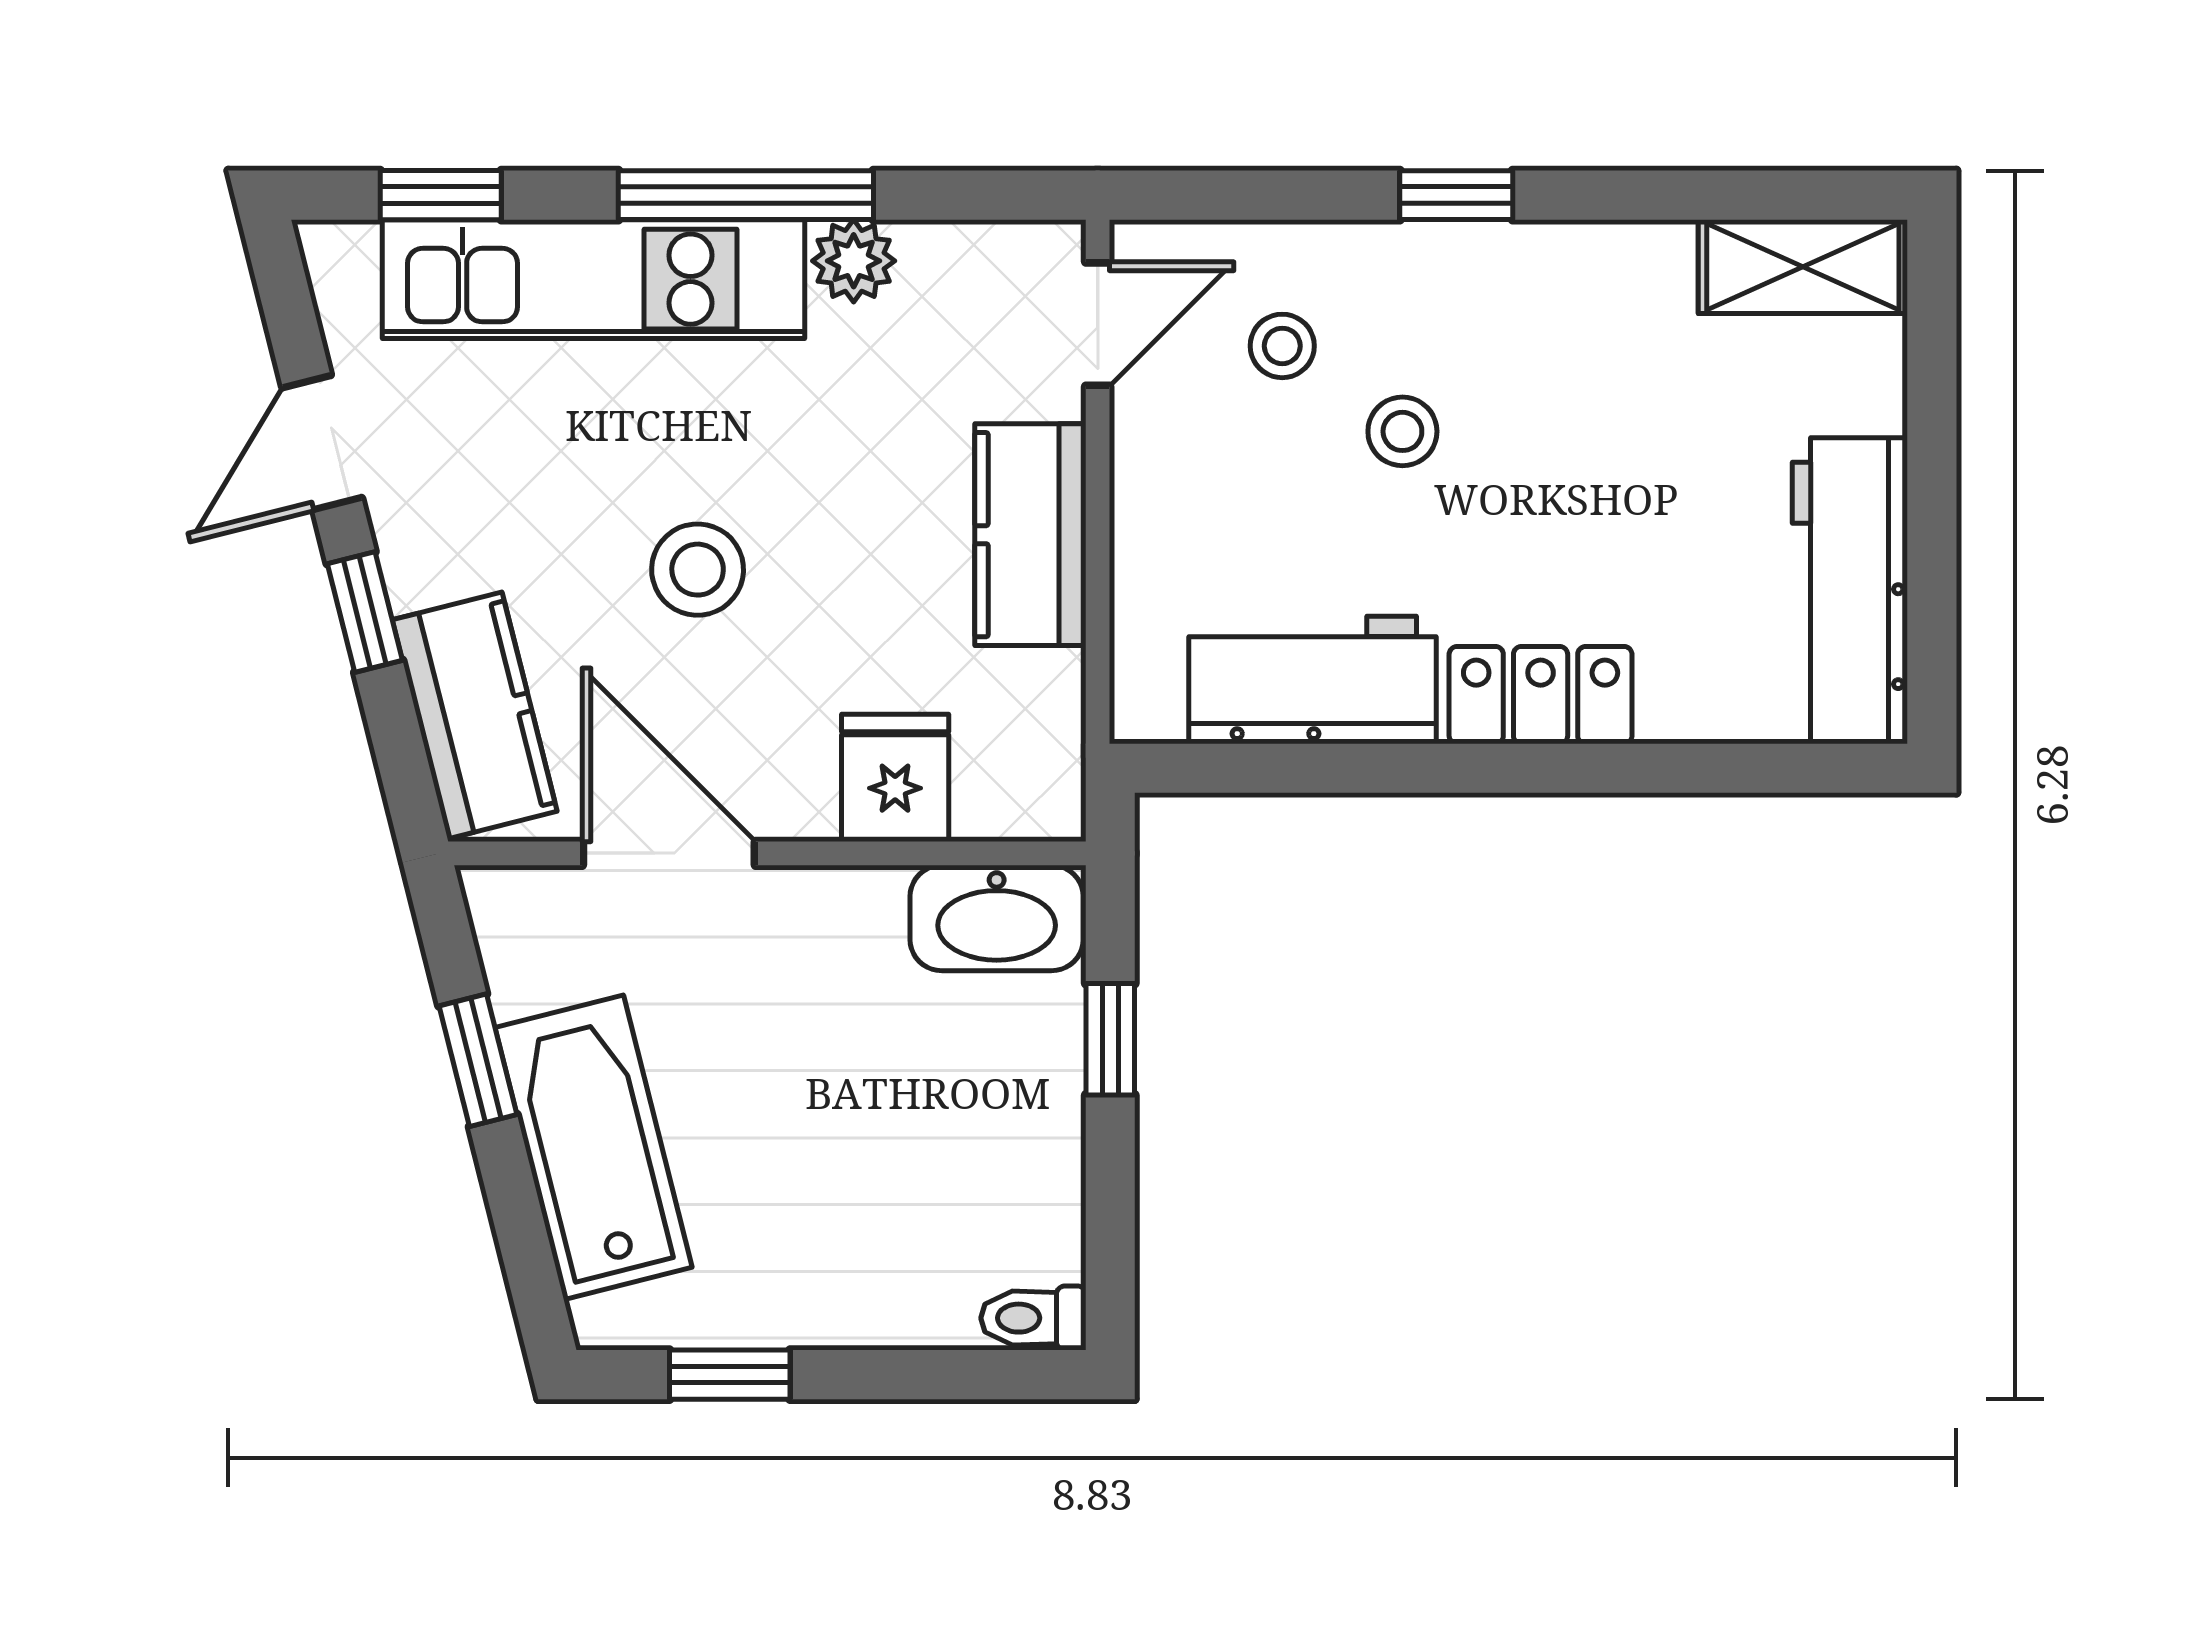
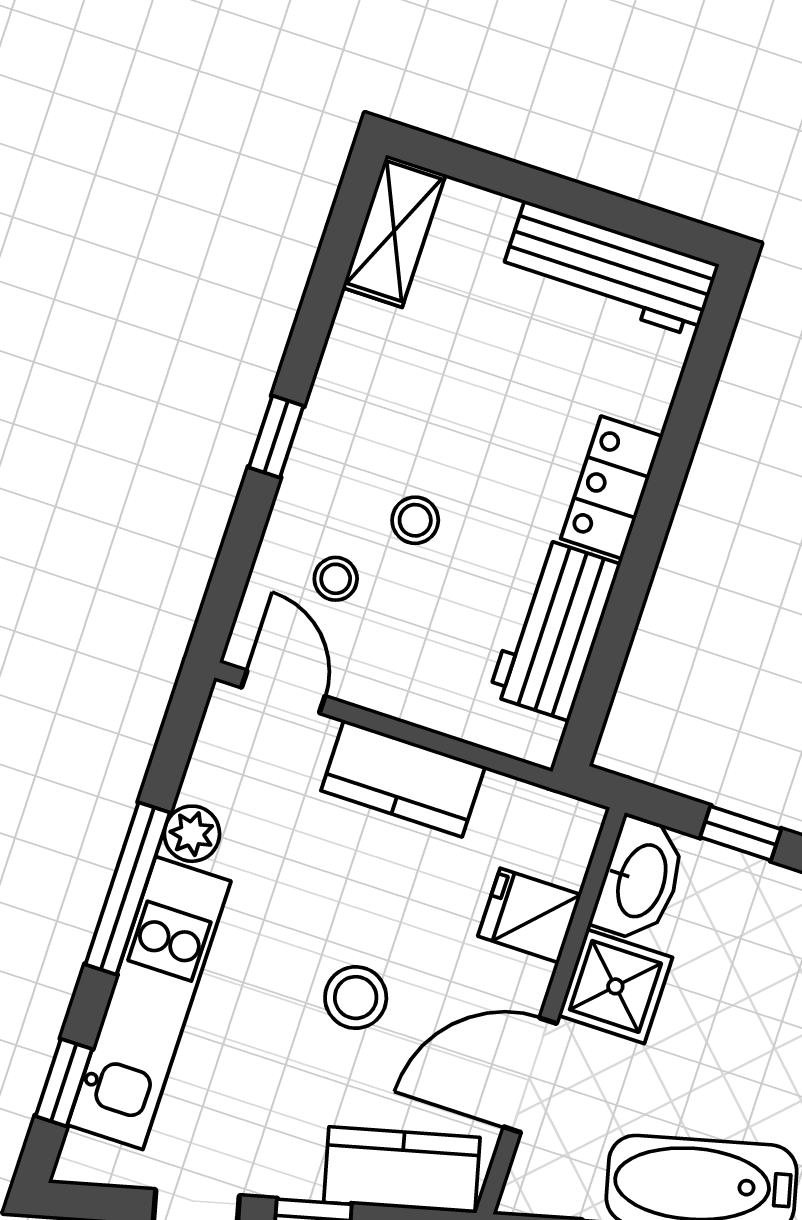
shower: (834, 933) -> (615, 986), added

